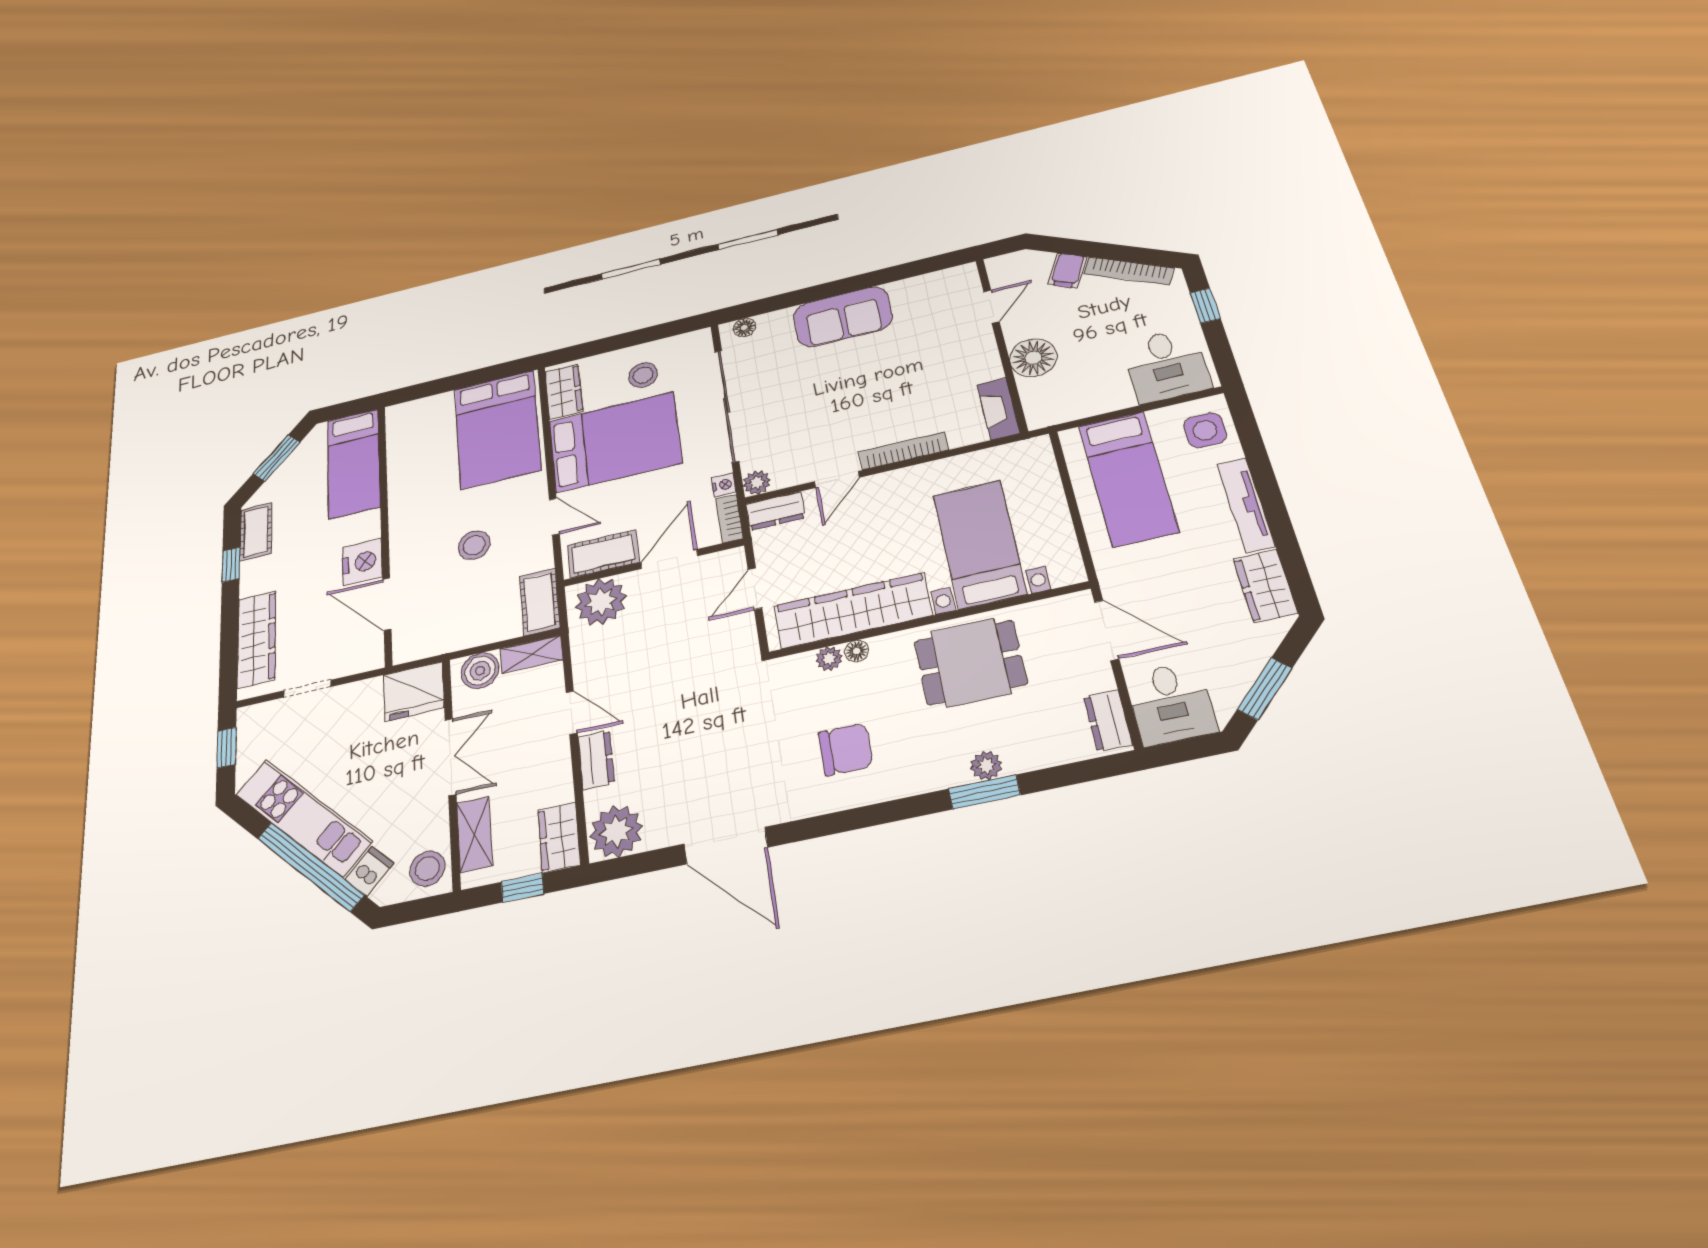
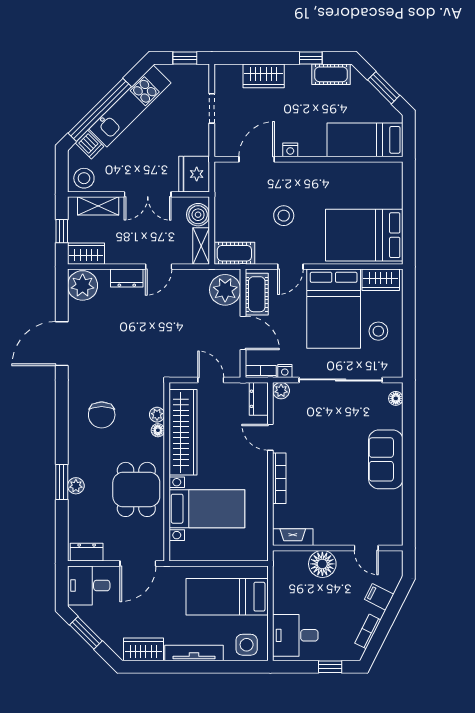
bookcase: (1129, 271) -> (368, 631), width x0.64
nightstand: (362, 562) -> (290, 150), width x0.53, depth x0.56
wardrobe: (257, 639) -> (264, 76), width x0.67

